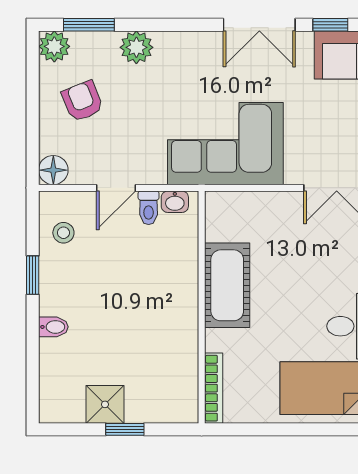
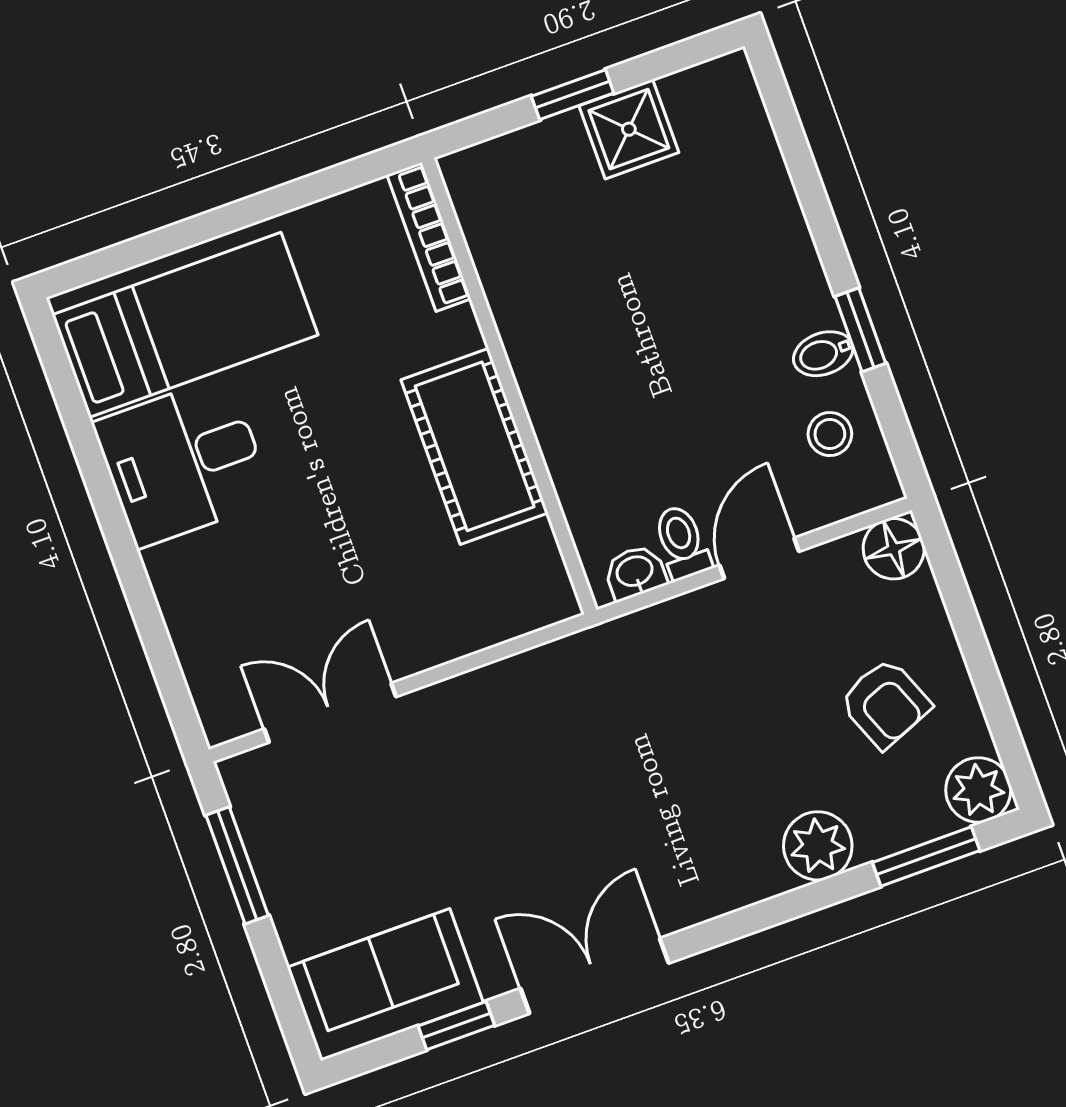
corner sofa: (225, 144) -> (577, 721), removed
bidet: (53, 327) -> (823, 354), moved

